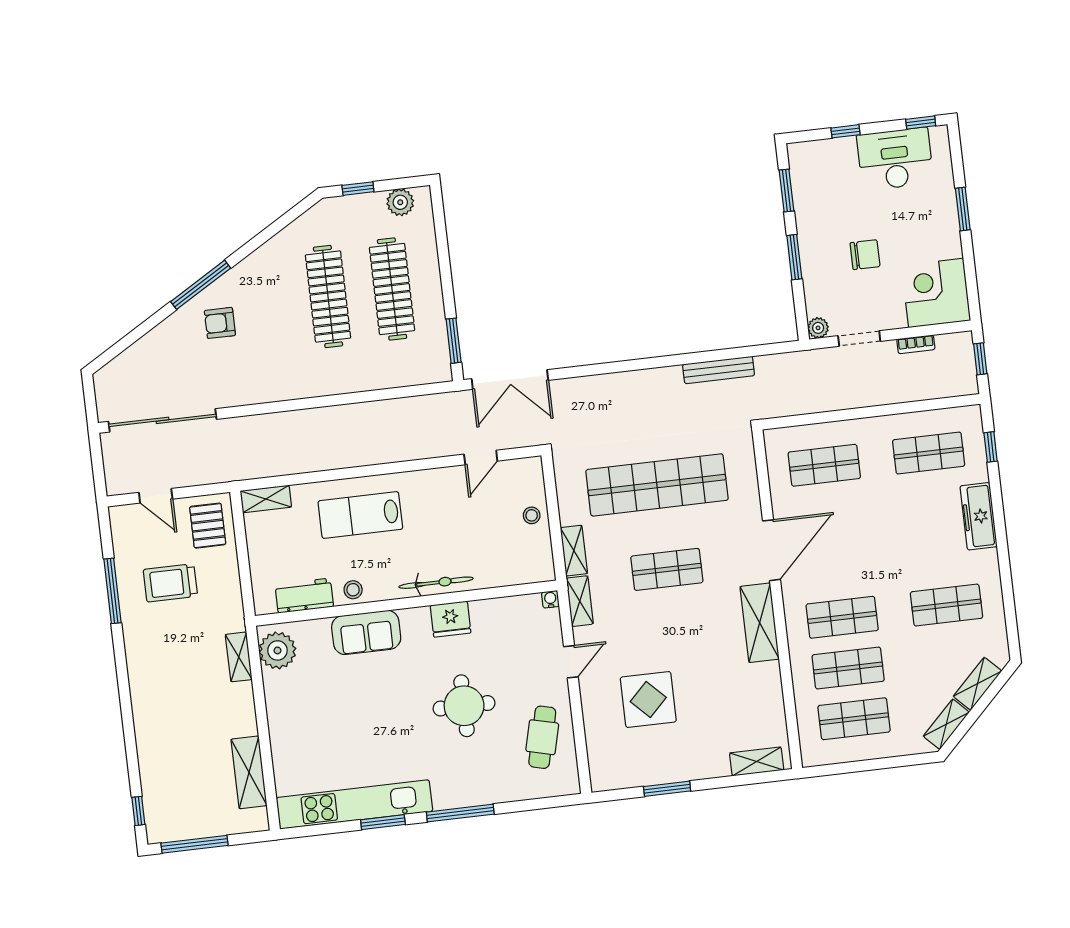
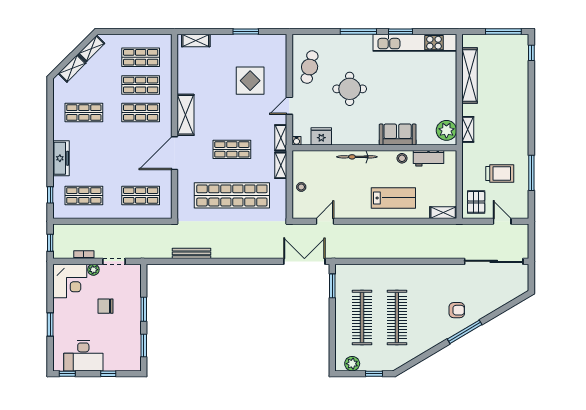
plant: (818, 328) -> (93, 270), moved
fridge: (450, 619) -> (321, 136), moved
shelving: (249, 772) -> (470, 76), width x1.47

